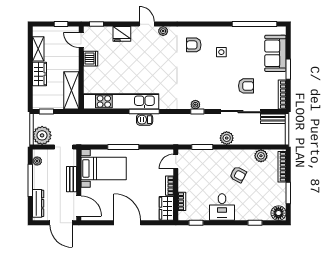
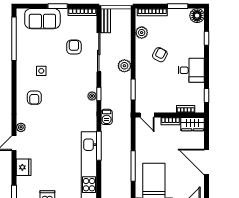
barbecue: (145, 120) -> (107, 117), moved
door: (127, 223) -> (207, 162), hinge flipped

